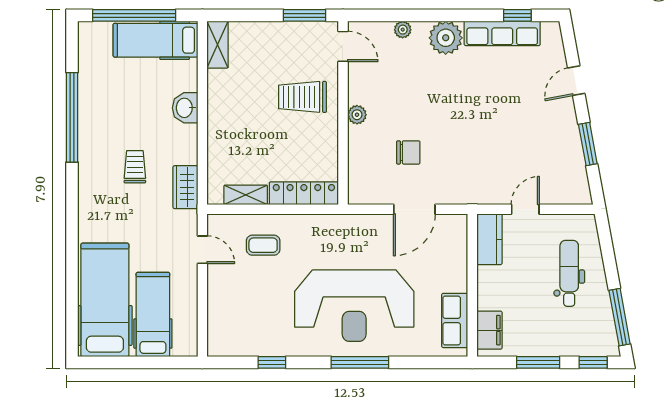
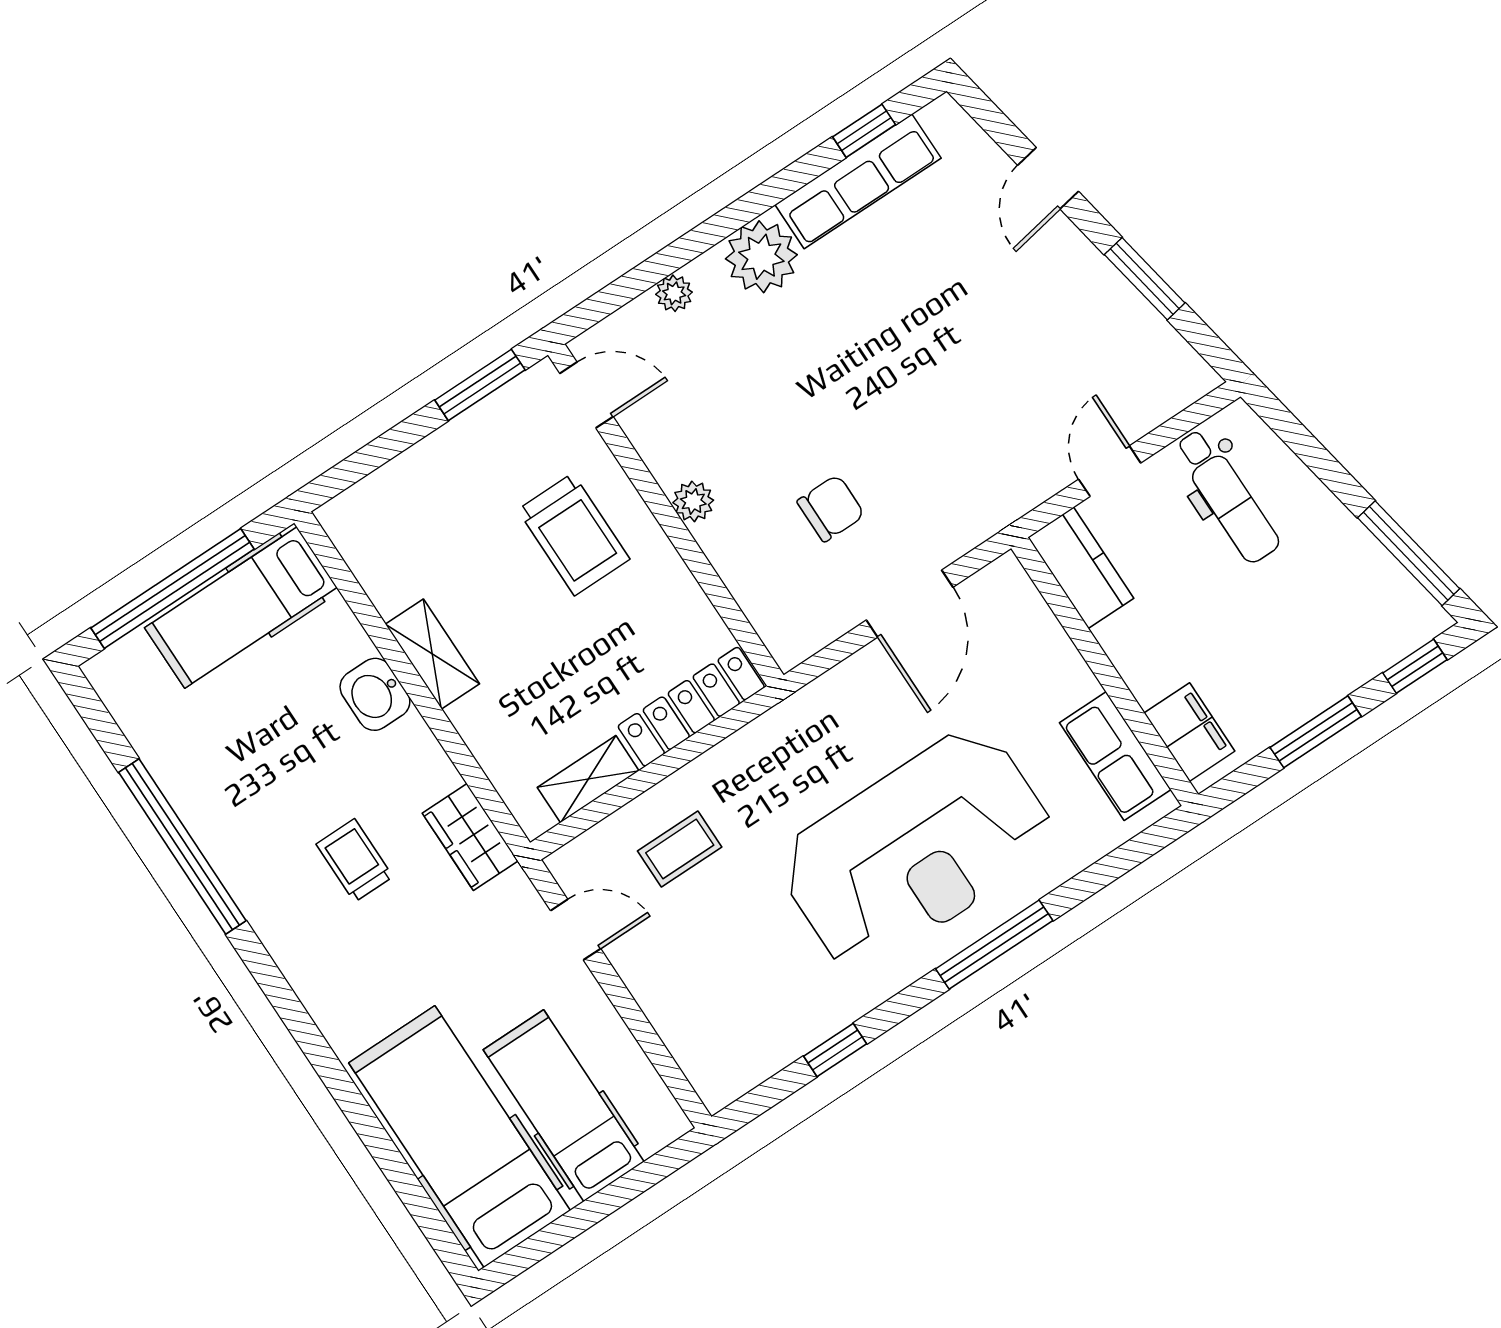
shelving: (218, 45) -> (432, 654), moved
trolley: (302, 97) -> (574, 534), turned -90
dental chair: (569, 273) -> (1227, 496), moved, turned 180

